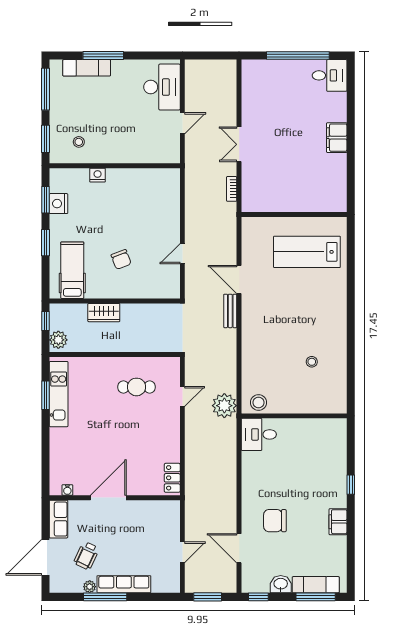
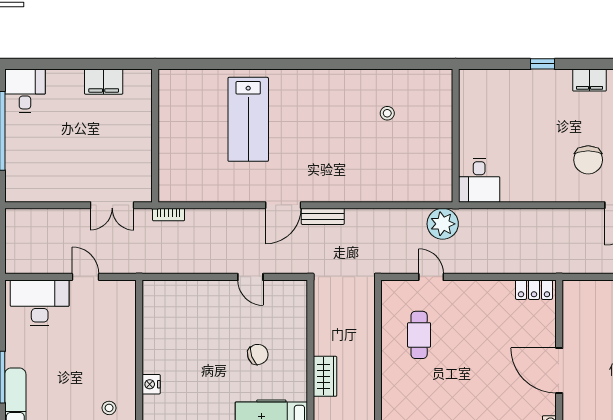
wall: (294, 214) -> (155, 136), moved
stool: (259, 402) -> (439, 181), removed

